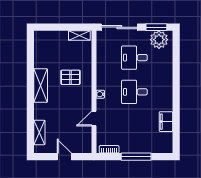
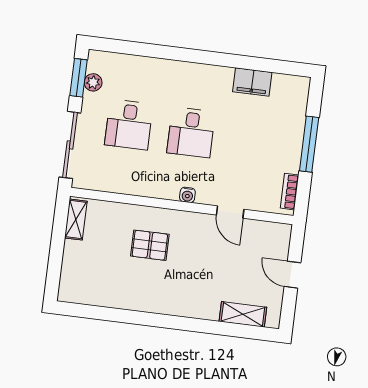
plant: (159, 40) -> (93, 82), width x0.53, depth x0.53
pallet: (70, 77) -> (150, 245), turned 90
shelving: (41, 86) -> (158, 301), removed
door: (64, 157) -> (293, 275), hinge flipped

